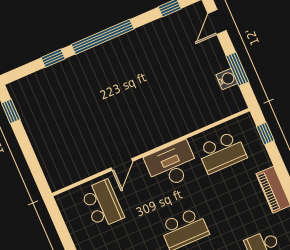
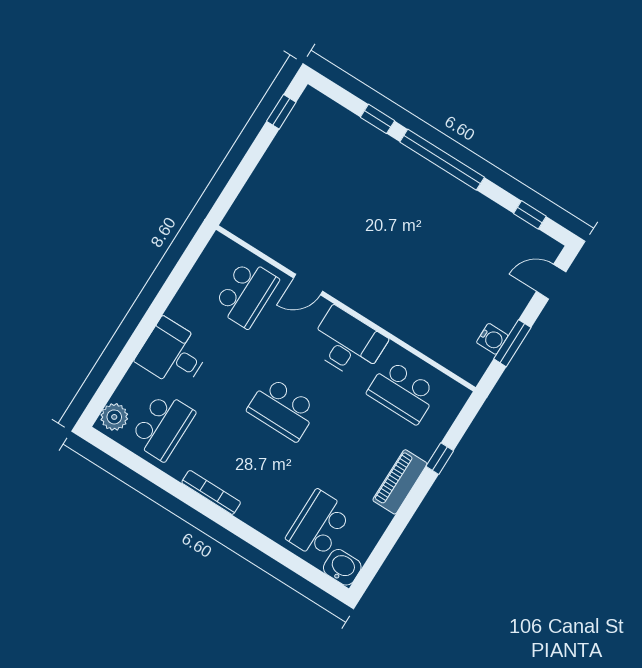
window: (265, 133) -> (440, 459), moved

